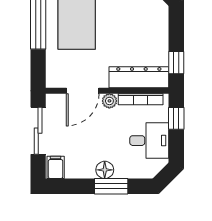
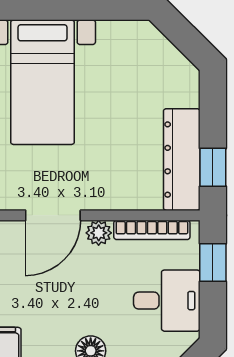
dresser: (139, 77) -> (182, 160), moved, turned -90

